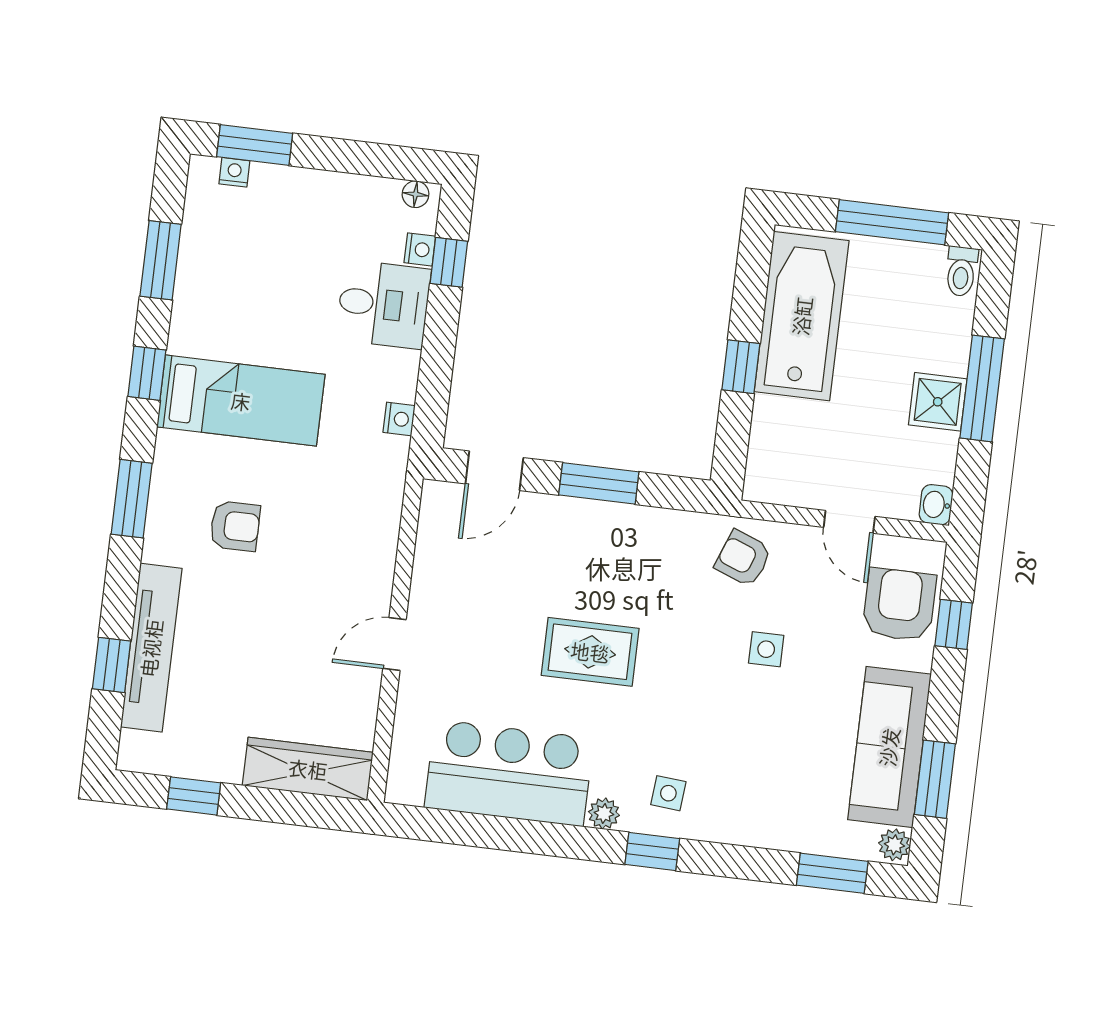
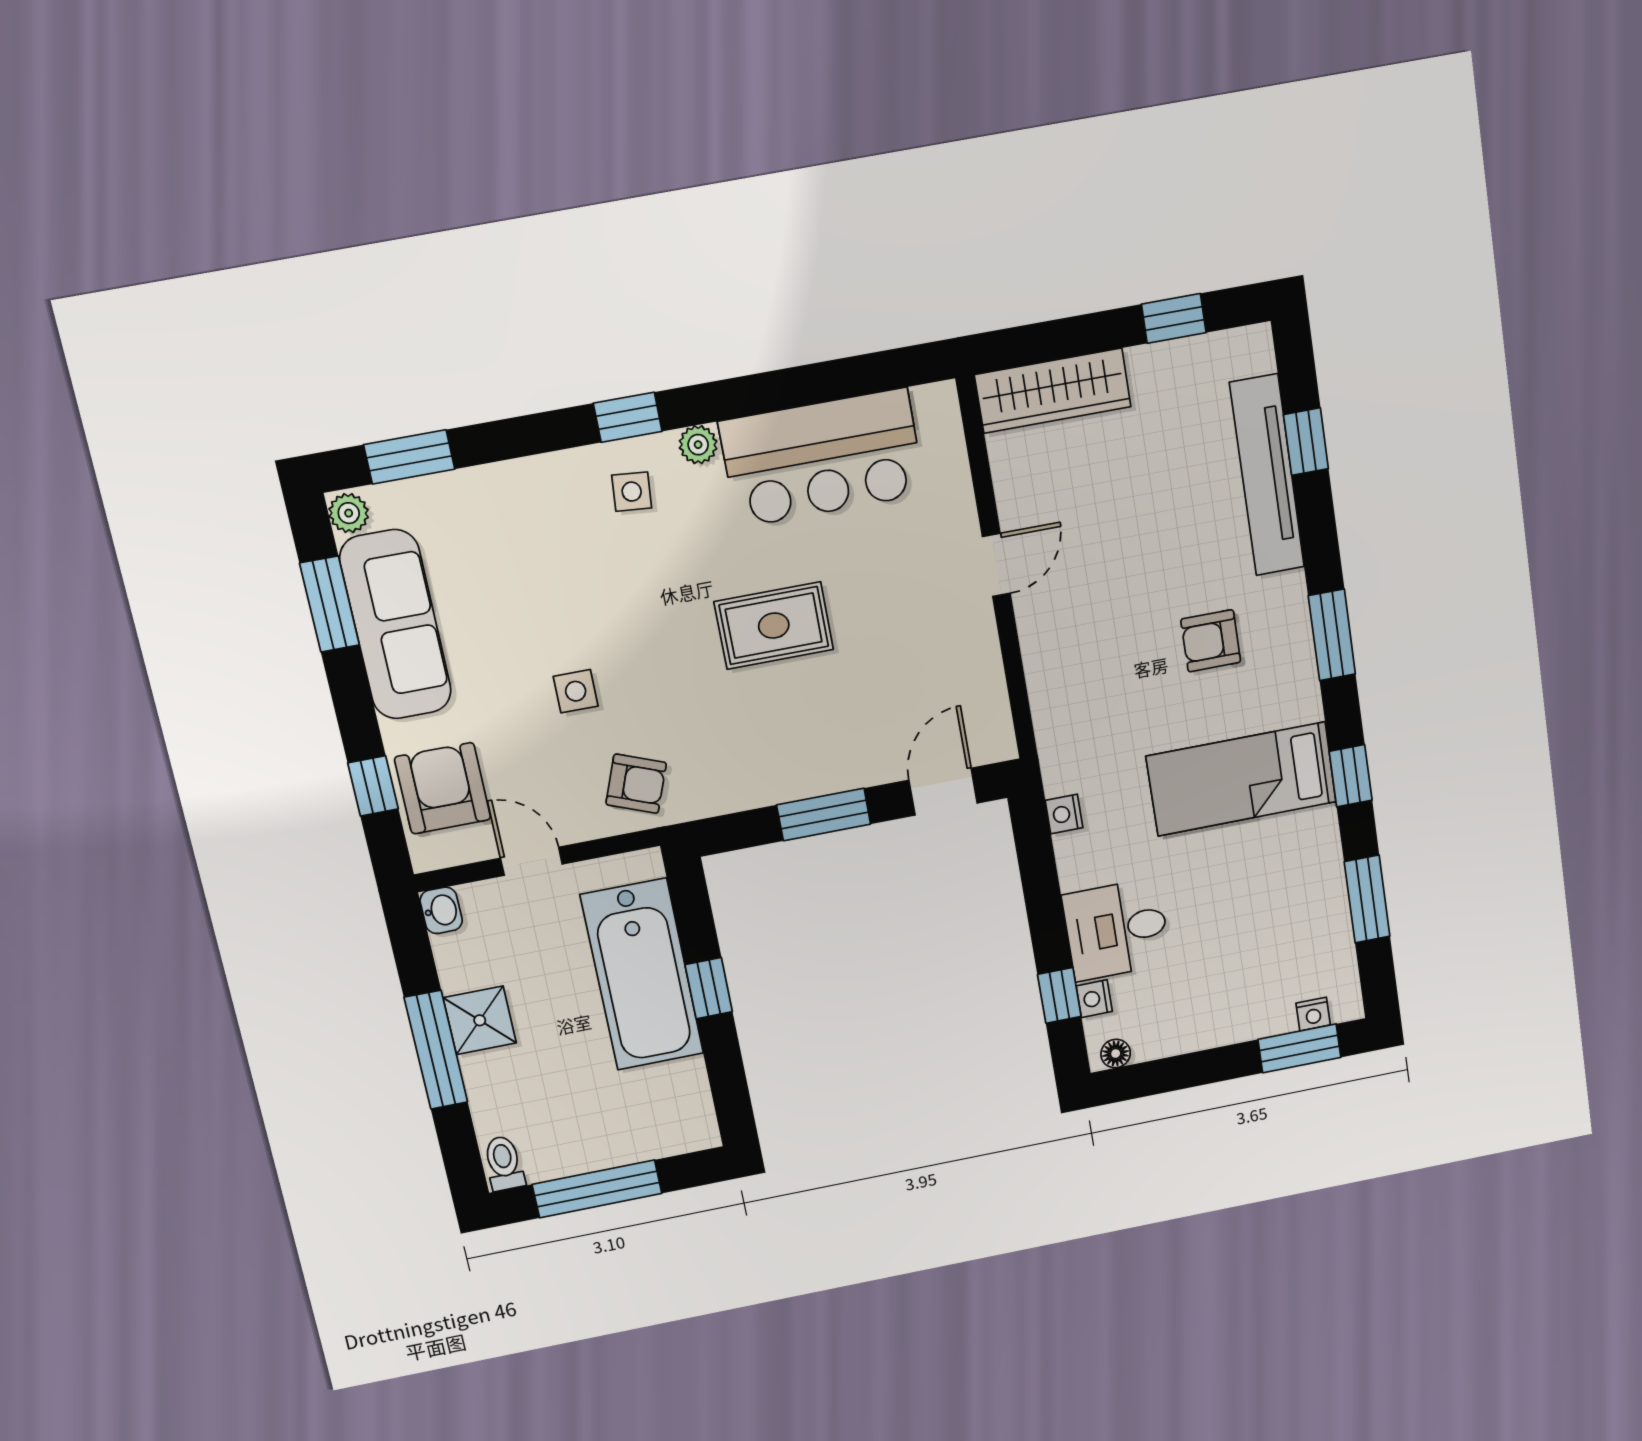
bathtub: (802, 316) -> (642, 974), moved
armchair: (899, 605) -> (443, 788), turned 180

